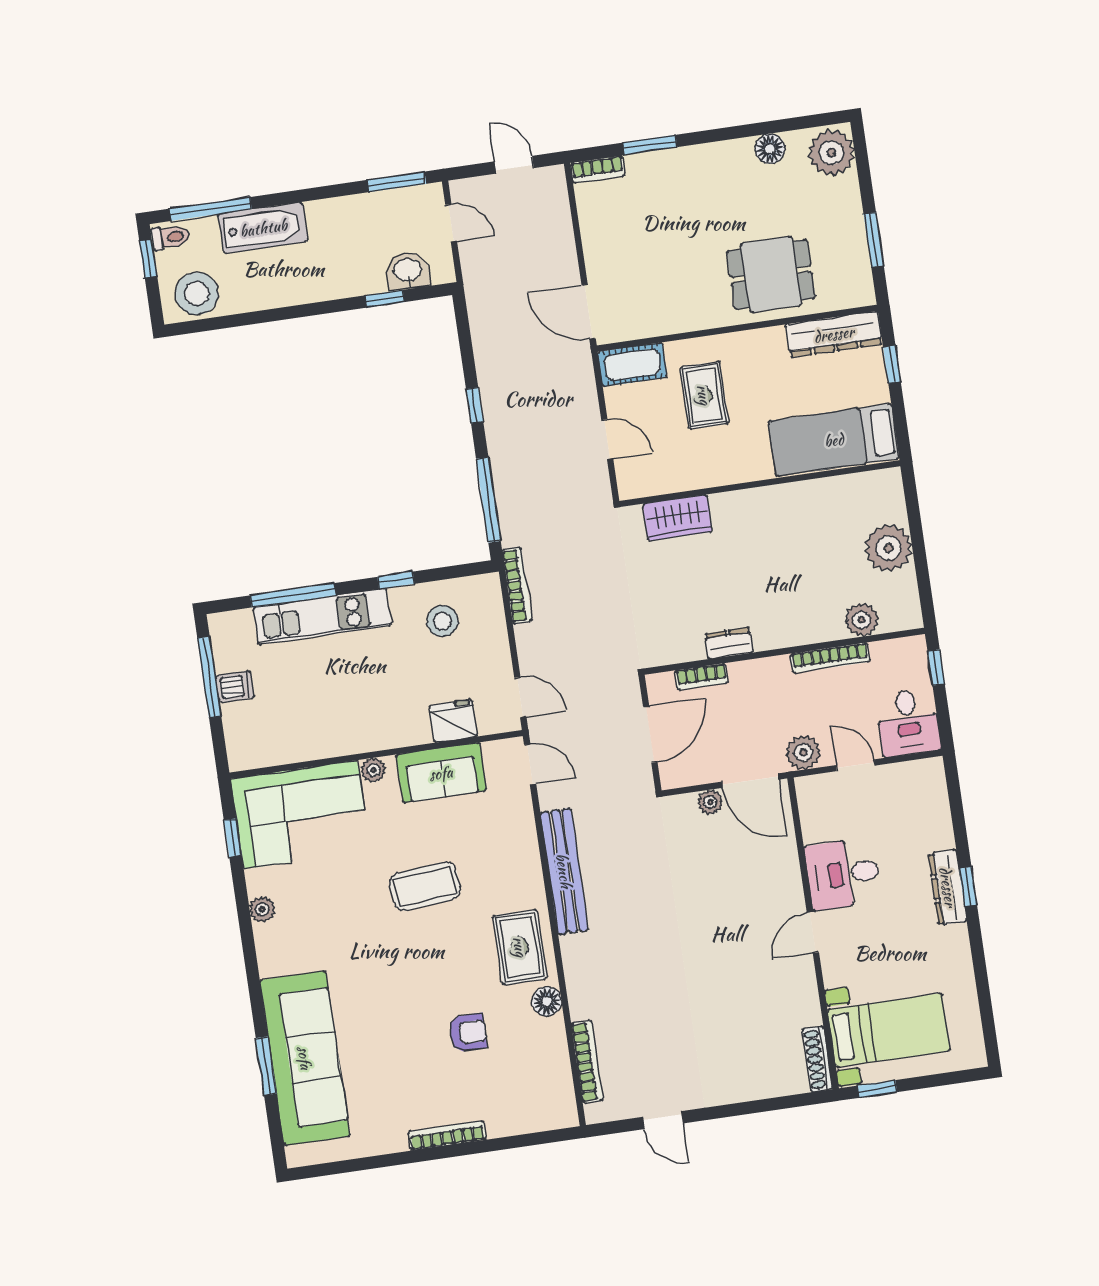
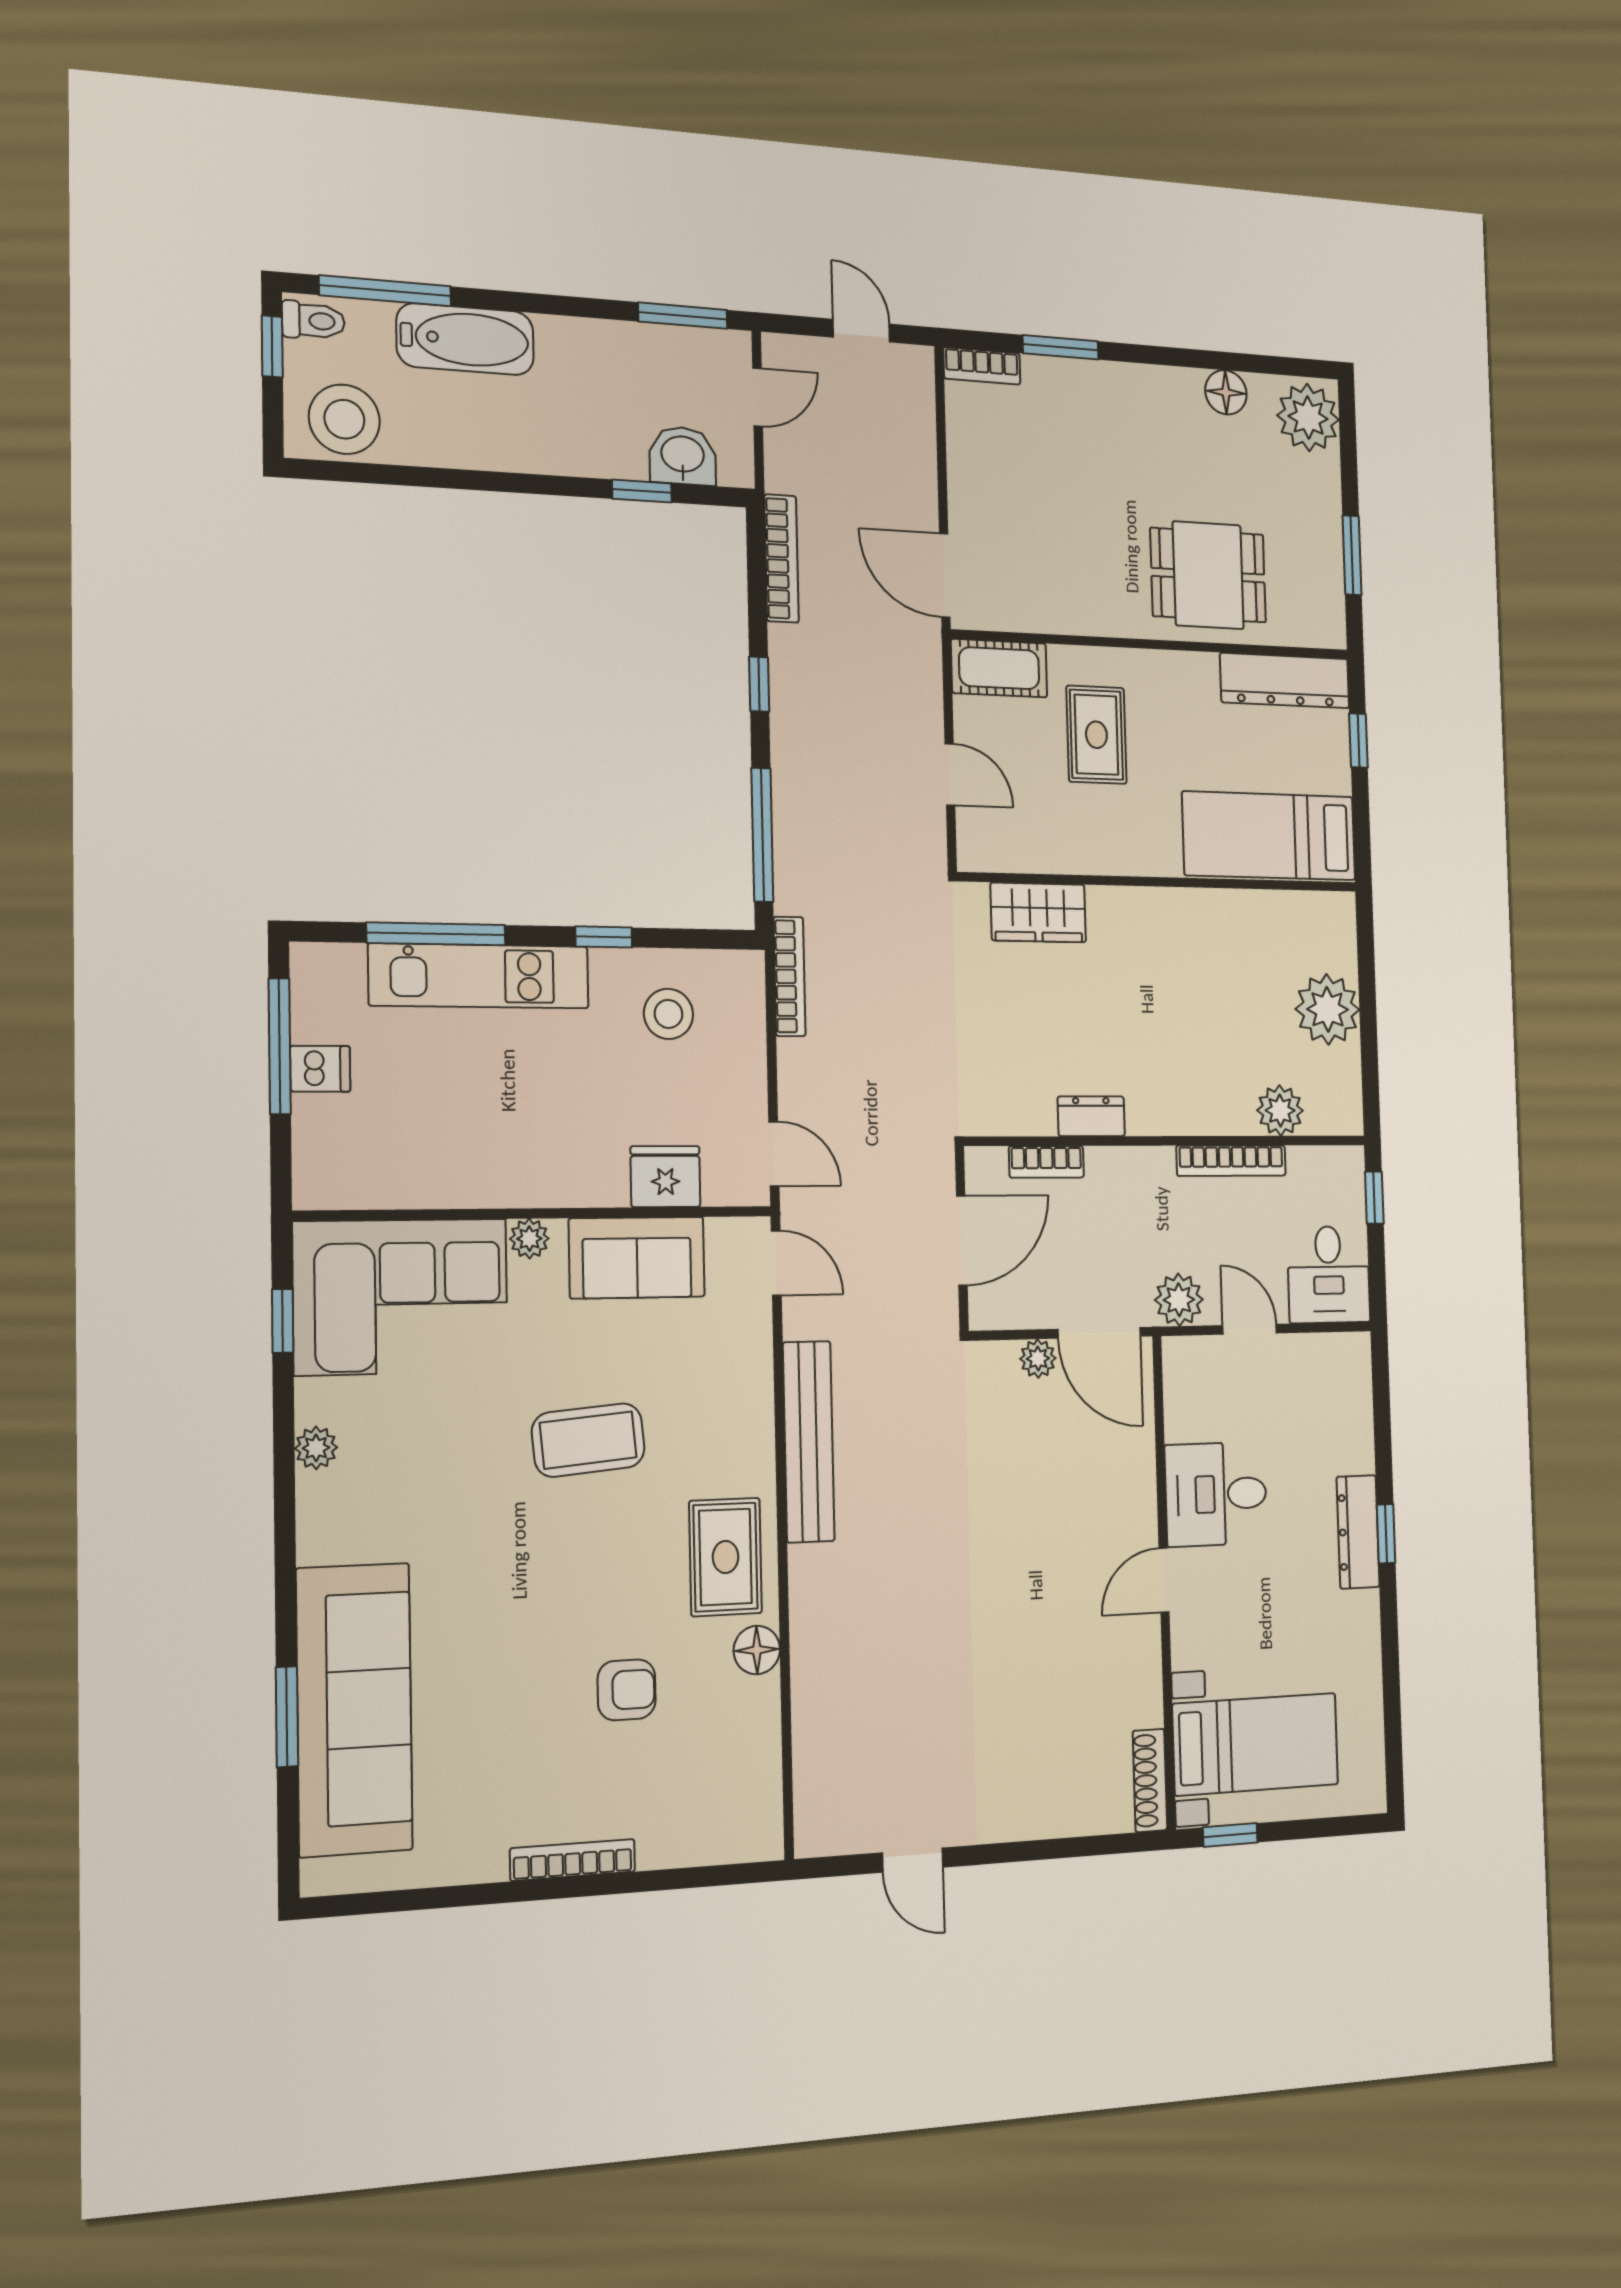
door: (451, 223) -> (758, 397), hinge flipped
bookcase: (587, 1062) -> (781, 558), moved

